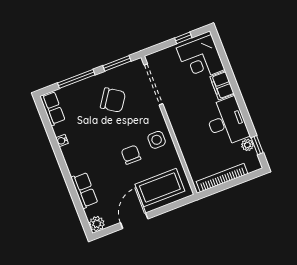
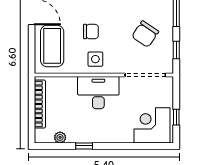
window: (117, 63) -> (176, 50), width x0.67
filing cabinet: (222, 85) -> (121, 135), removed
desk: (227, 122) -> (98, 93), moved, turned 180
window: (257, 145) -> (84, 146), moved

